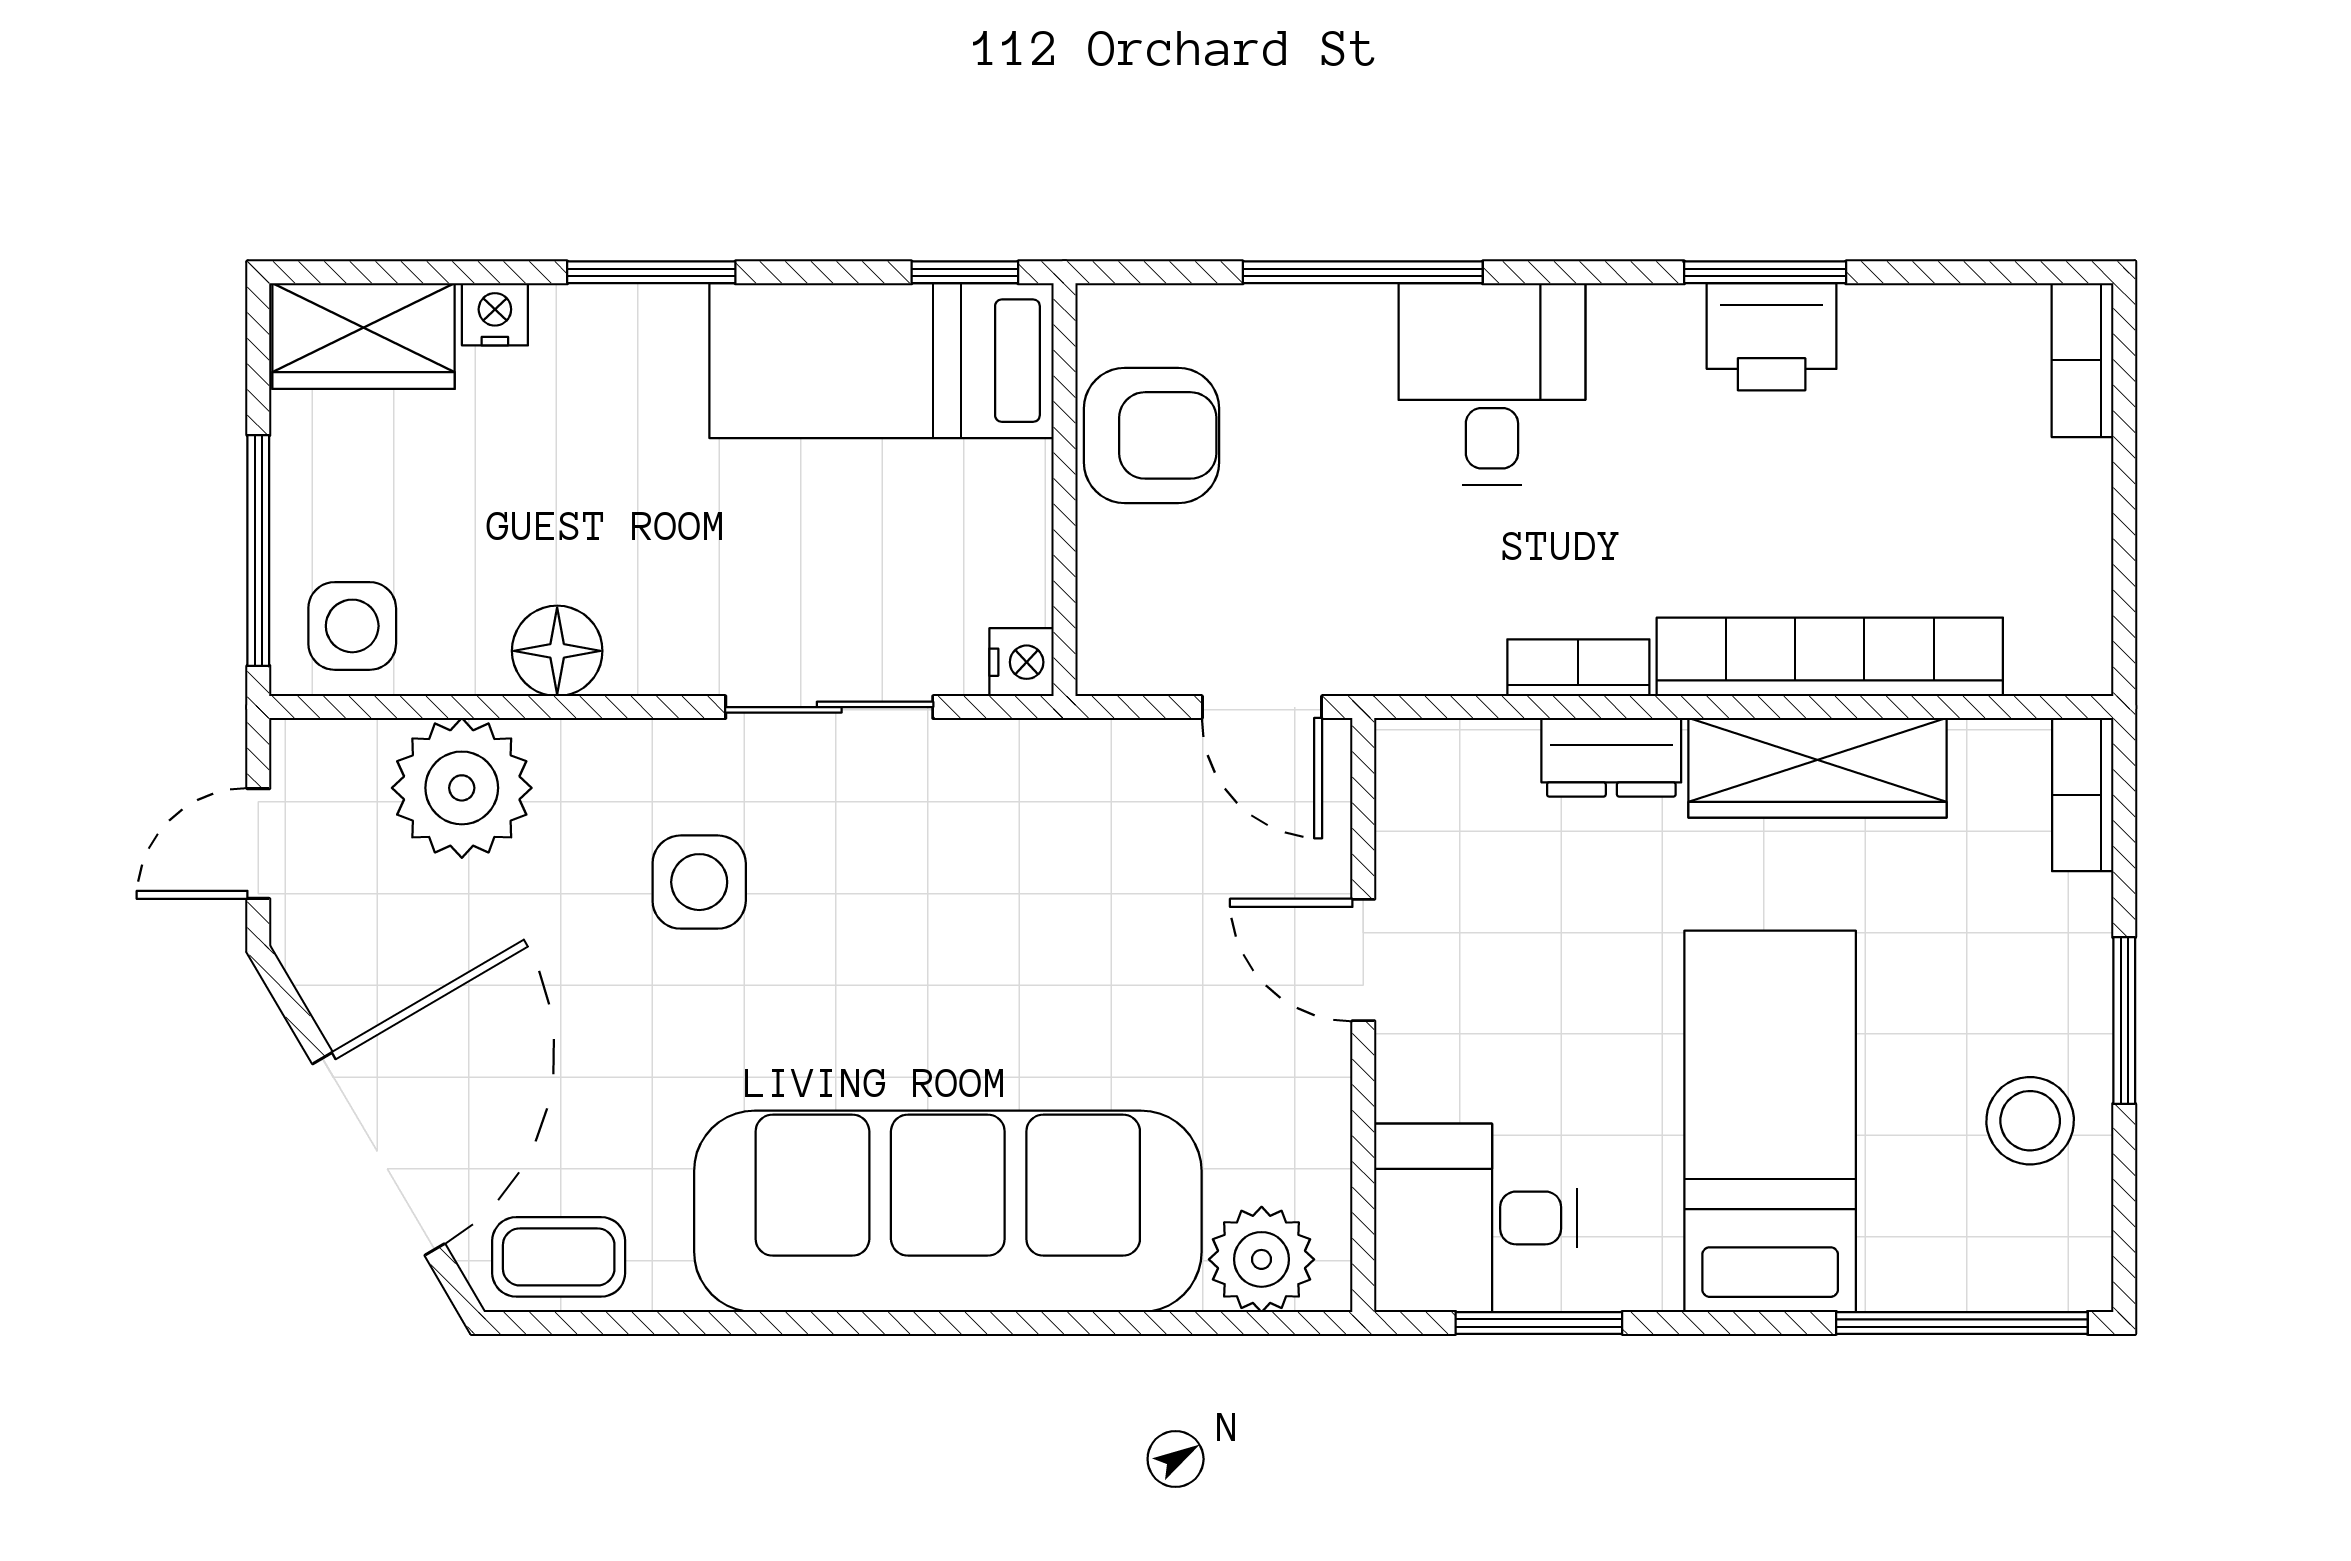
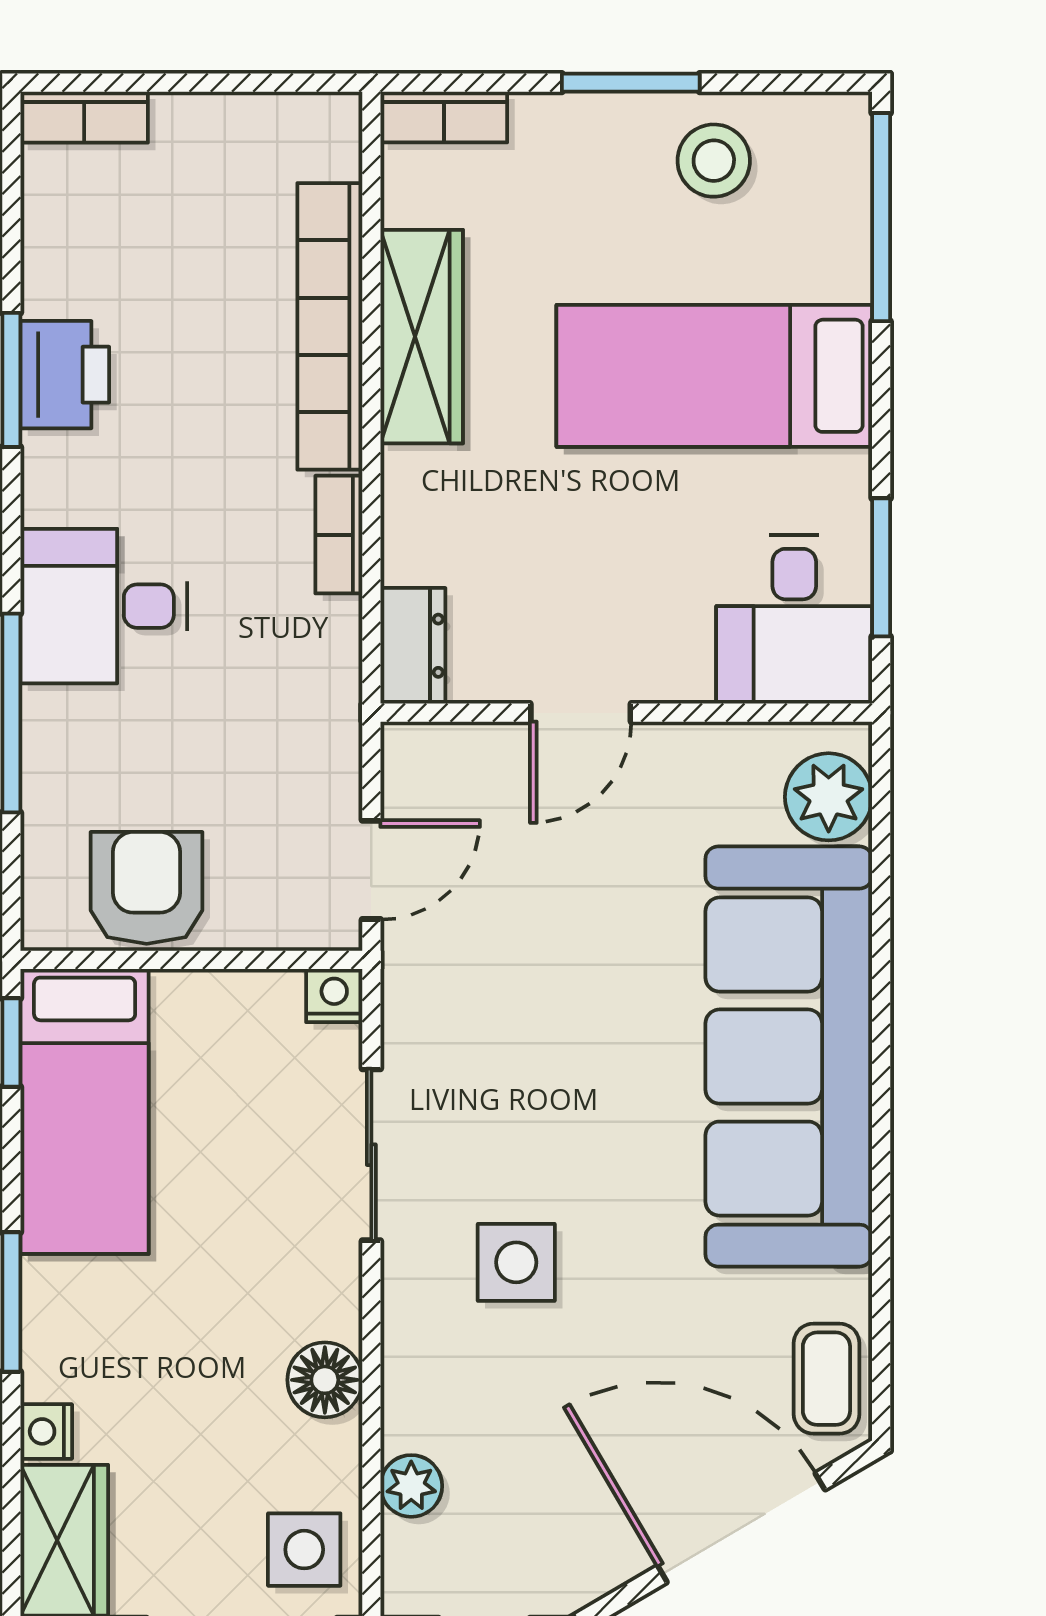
door: (1262, 707) -> (371, 870), moved
dresser: (1611, 757) -> (413, 646), moved
plant: (462, 788) -> (411, 1486), width x0.53, depth x0.53

